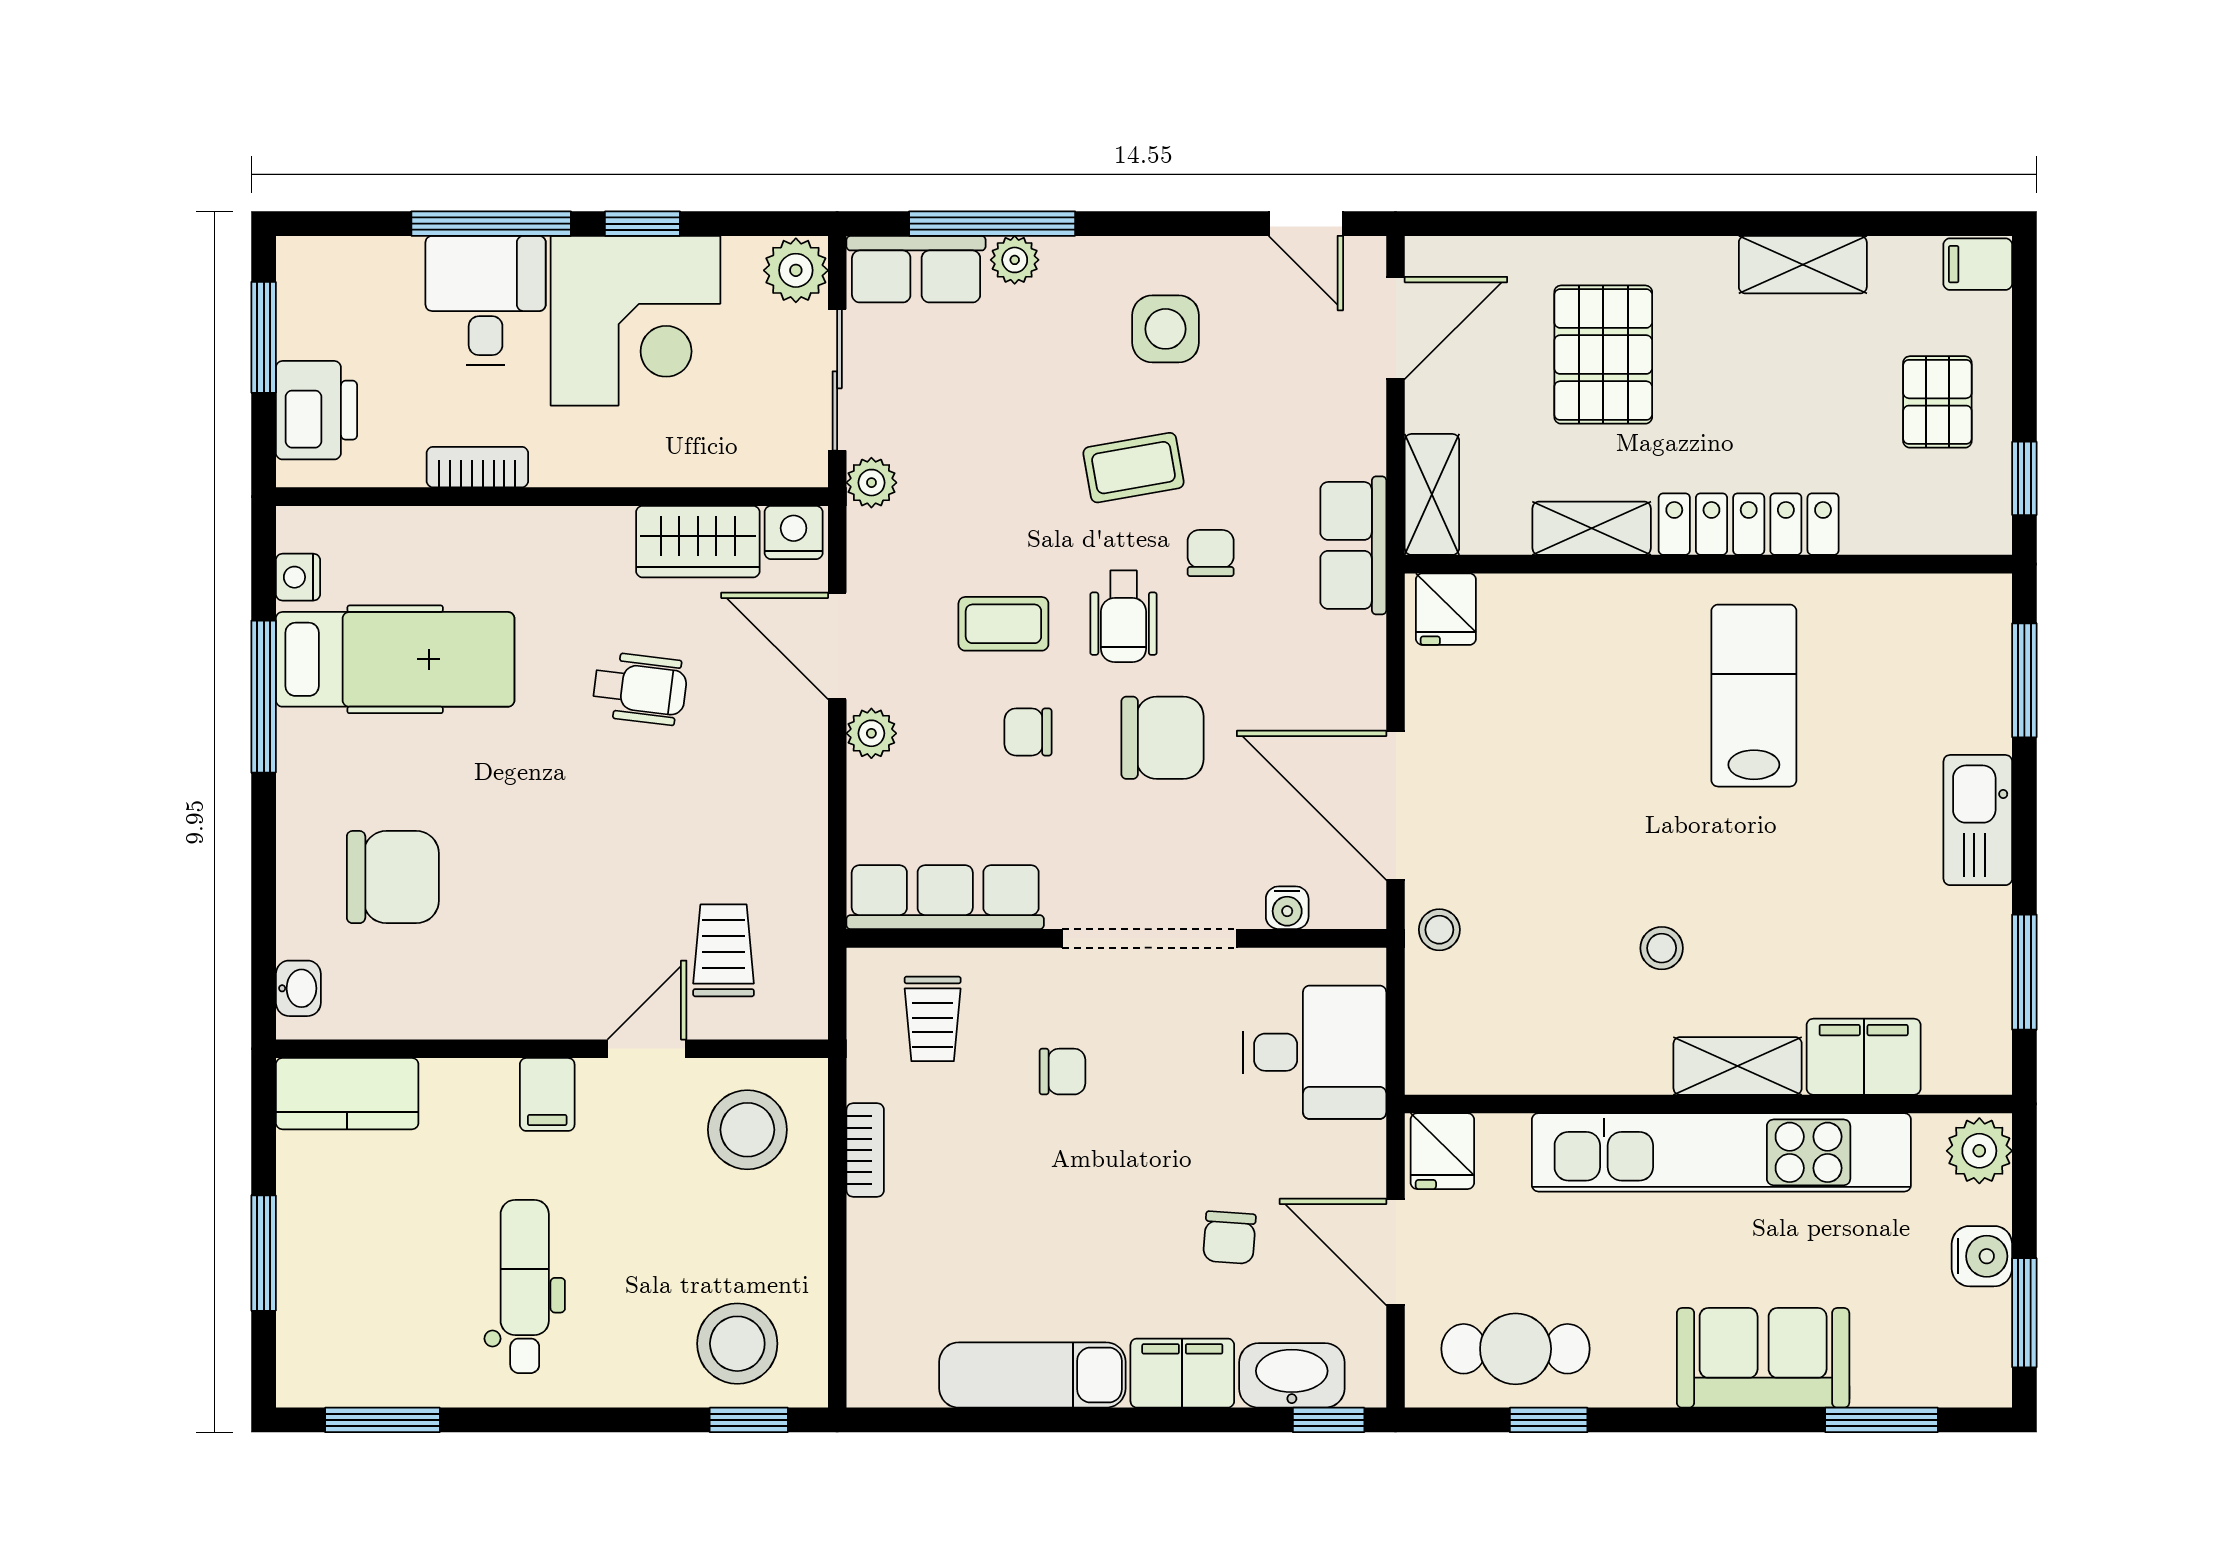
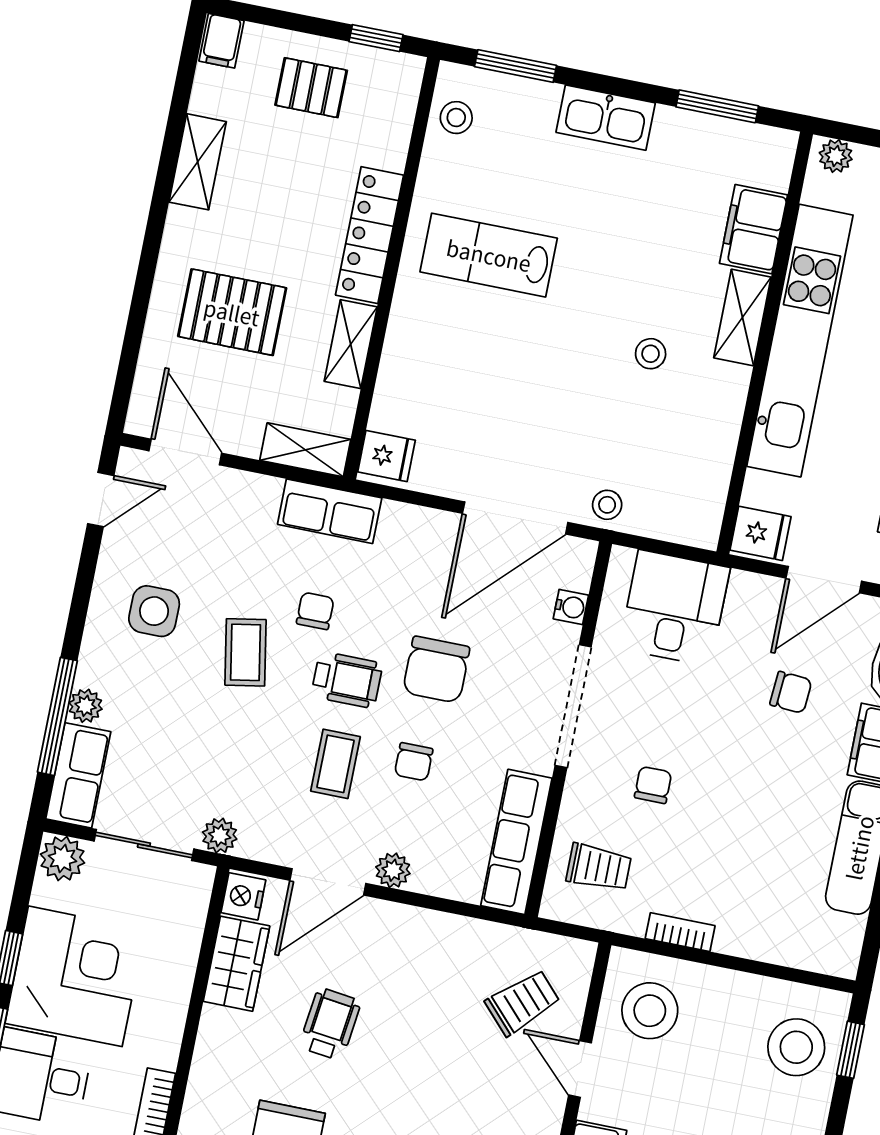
chair: (1211, 553) -> (315, 611), turned 90
stool: (1936, 612) -> (456, 118), added
chair: (1163, 738) -> (436, 670), turned 180
trolley: (724, 950) -> (523, 1002), turned 137
plant: (1979, 1151) -> (836, 156), width x0.73, depth x0.73

